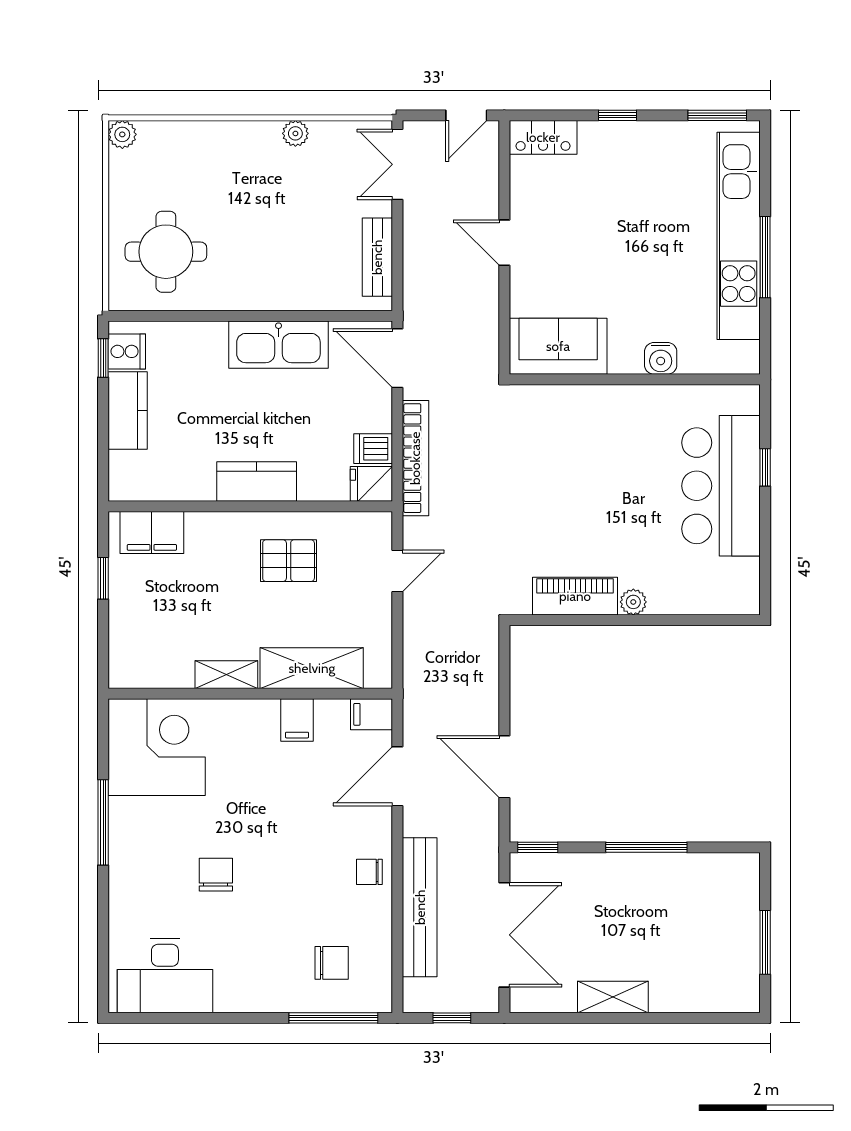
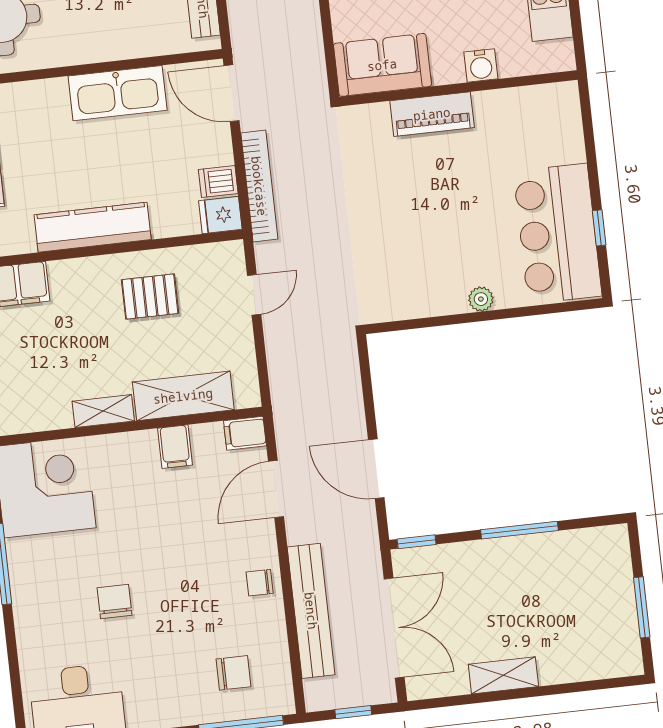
window: (765, 467) -> (599, 228), moved
kitchen counter: (257, 482) -> (93, 227), width x1.50
bar counter: (721, 486) -> (558, 234), moved
piano: (575, 596) -> (432, 114), moved, turned 180

